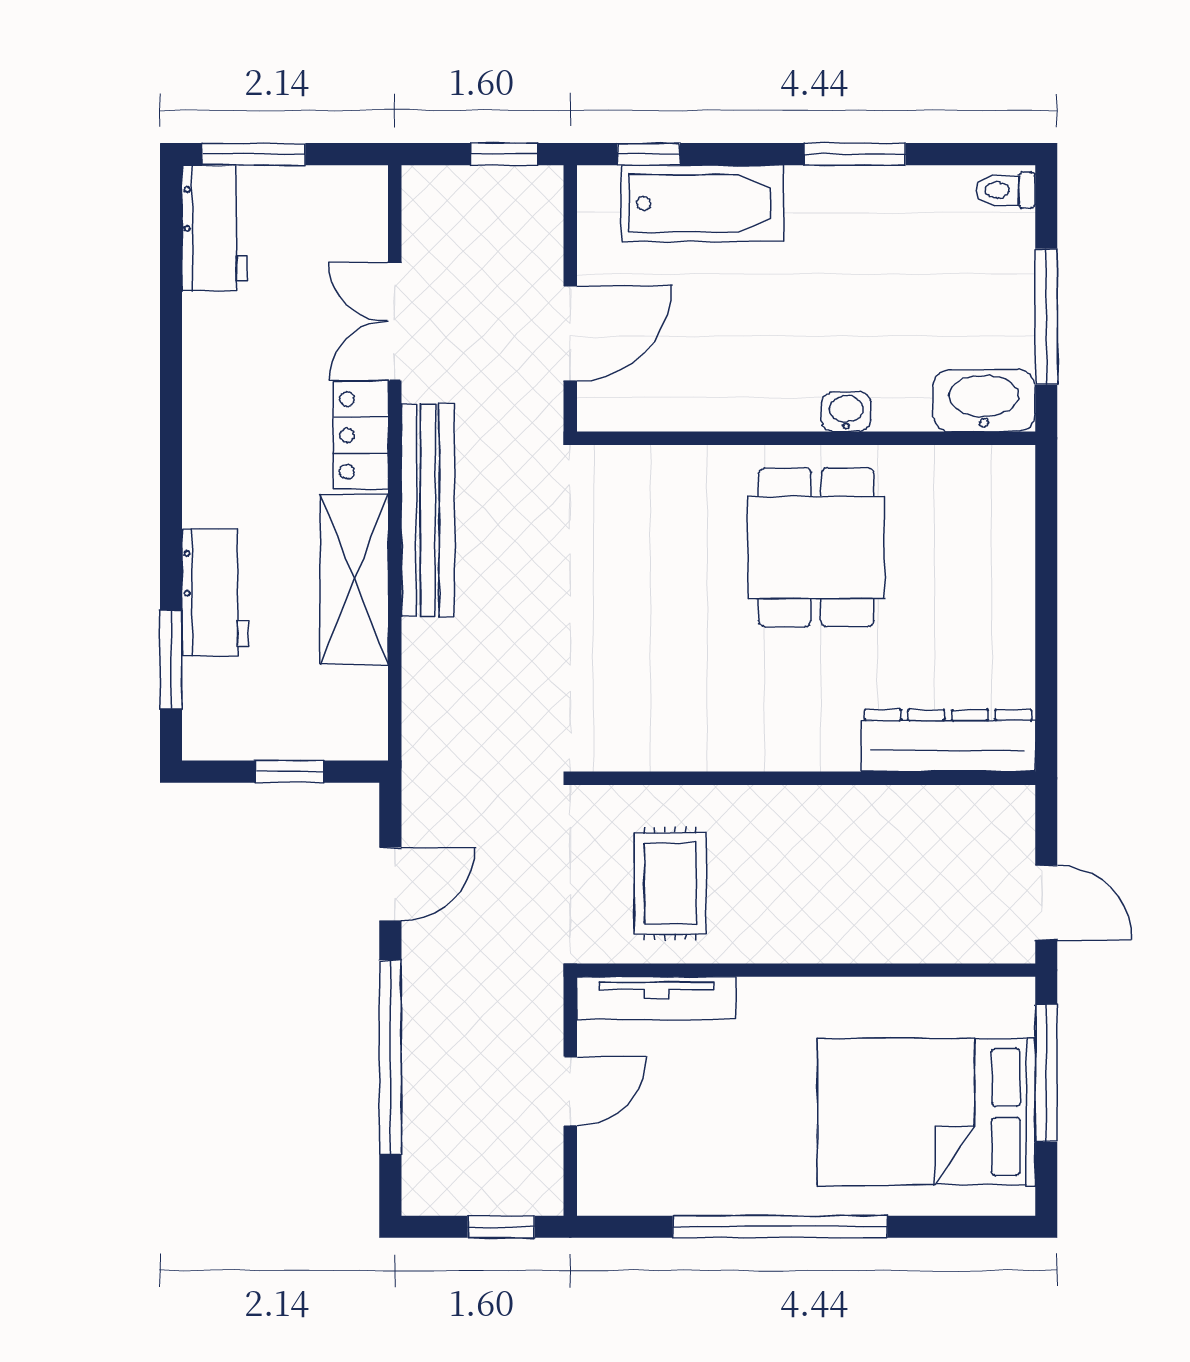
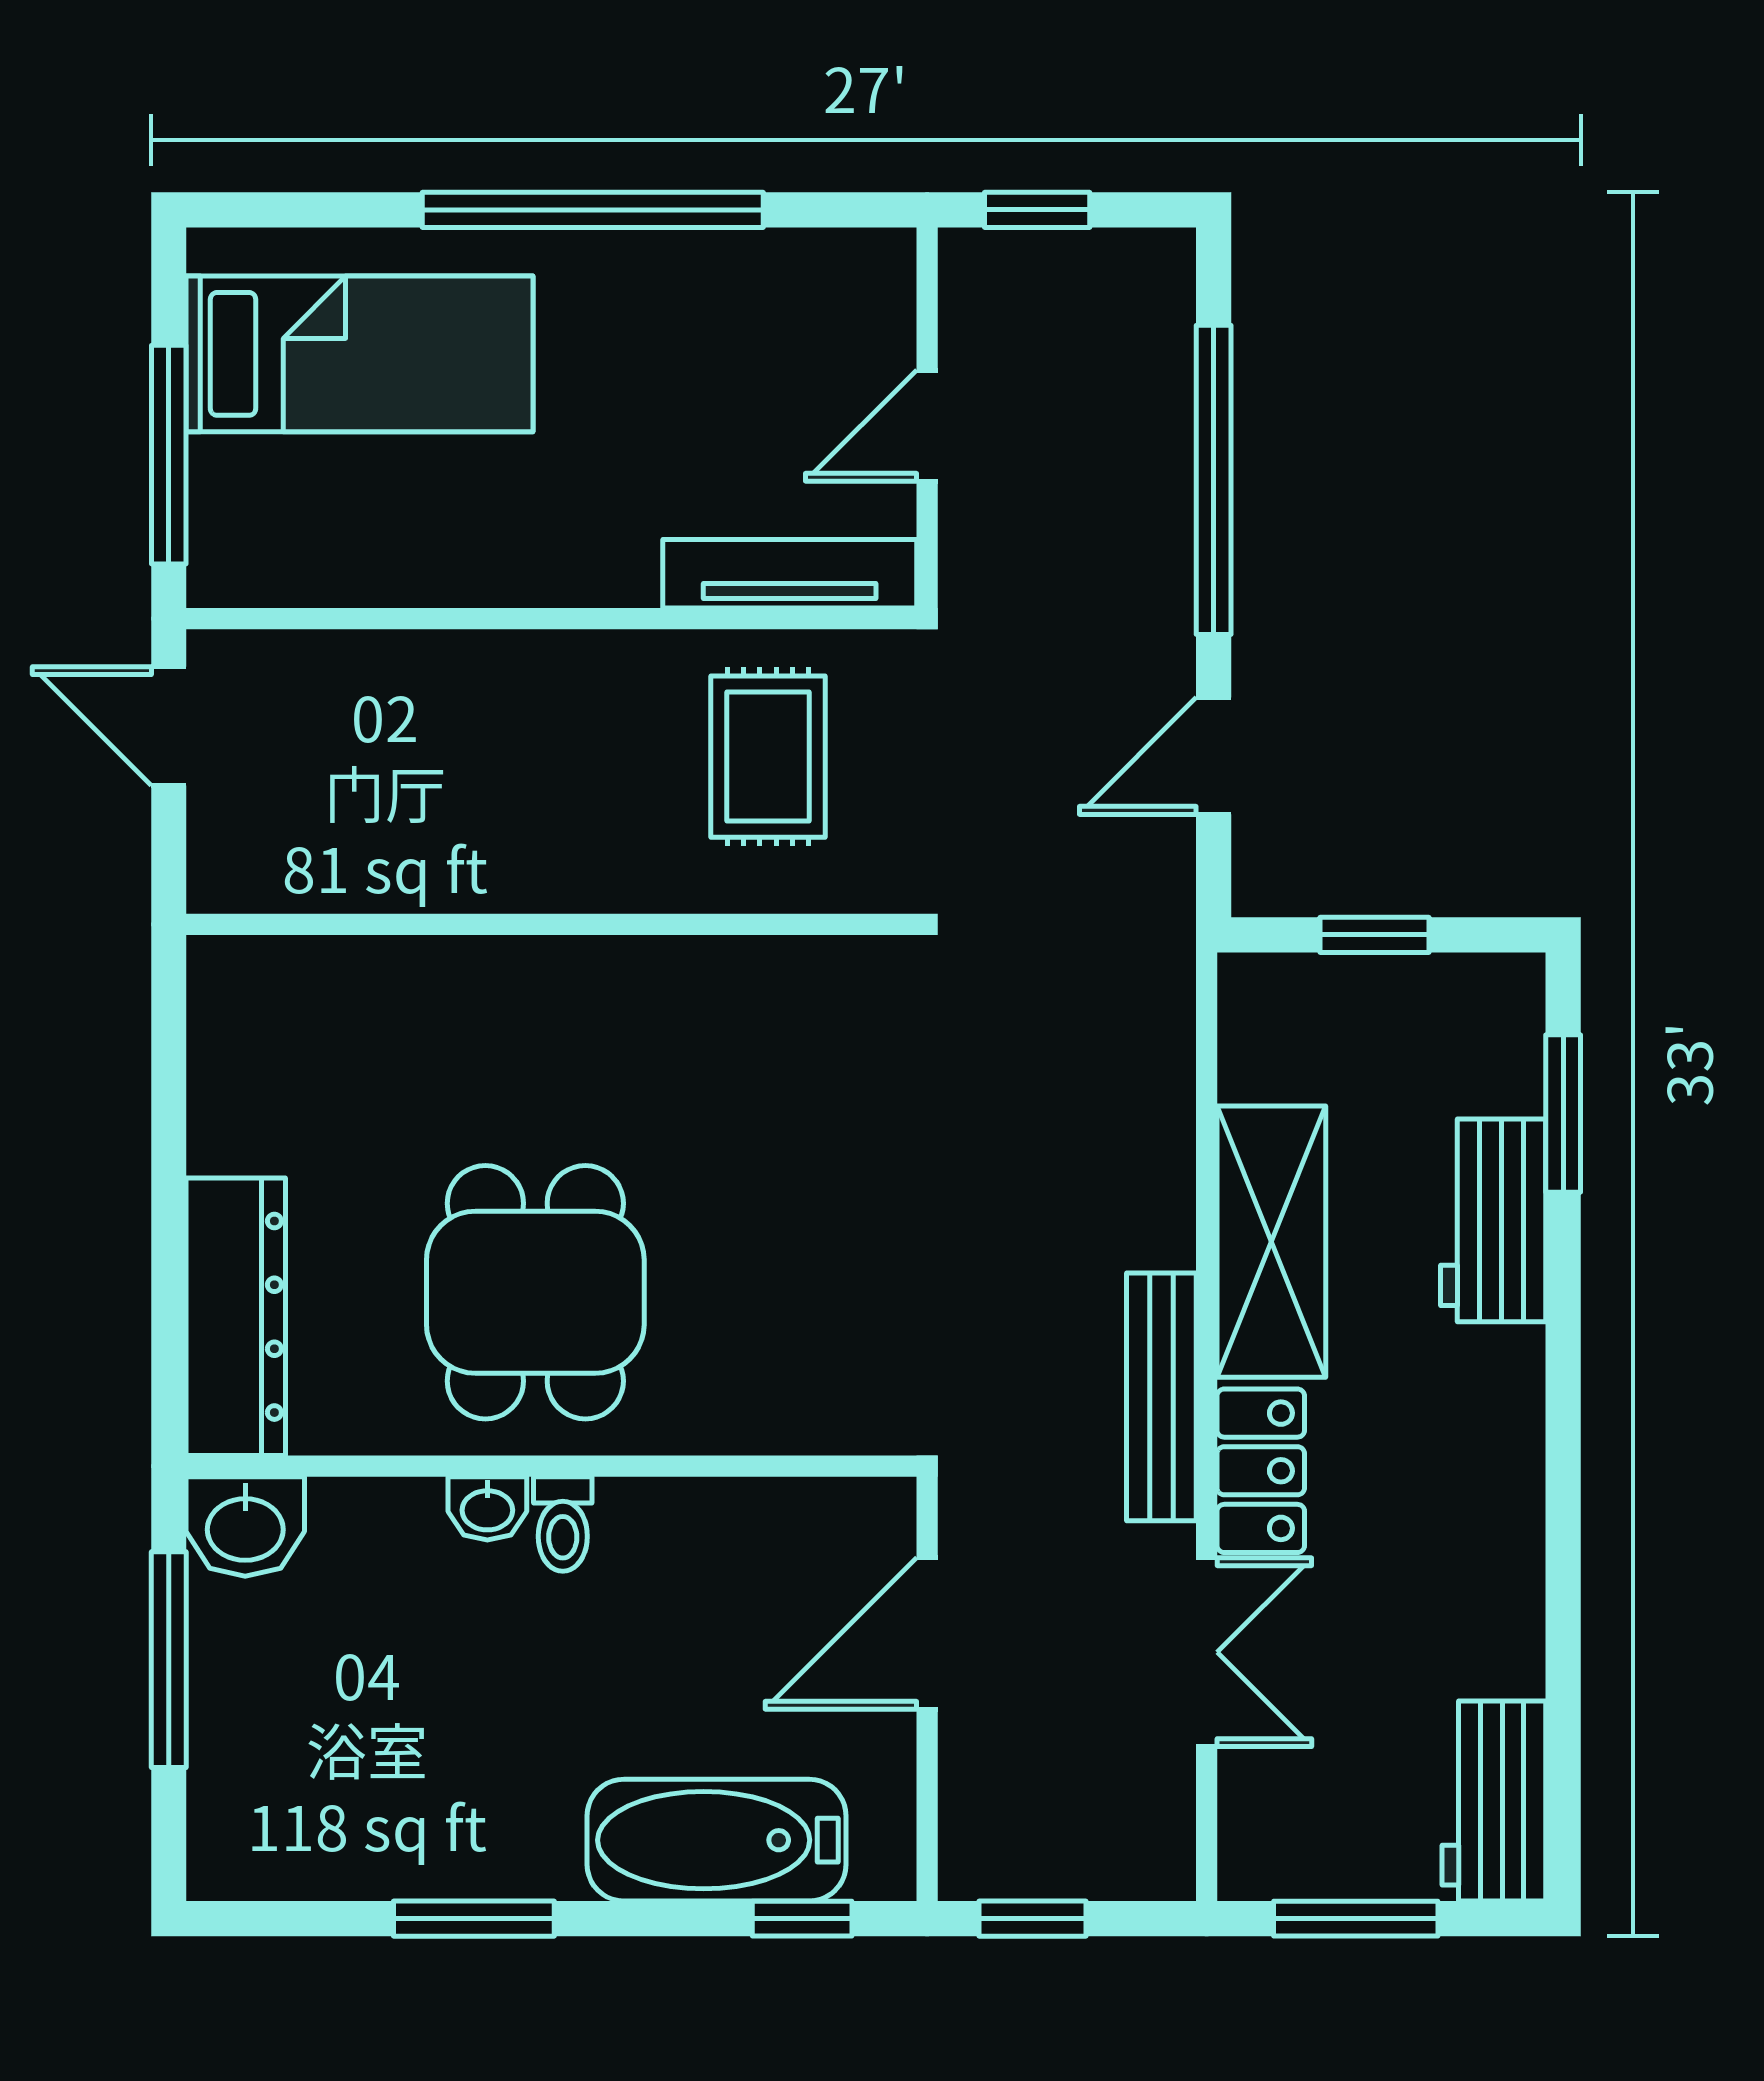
window: (254, 154) -> (1356, 1919), moved
toilet: (1006, 190) -> (563, 1524), moved, turned 90
washbasin: (984, 400) -> (245, 1527), width x0.72
bench: (428, 510) -> (1161, 1397), width x0.73, depth x0.82
dresser: (948, 741) -> (236, 1317), moved, turned -90
bed: (926, 1112) -> (360, 354), width x0.67

